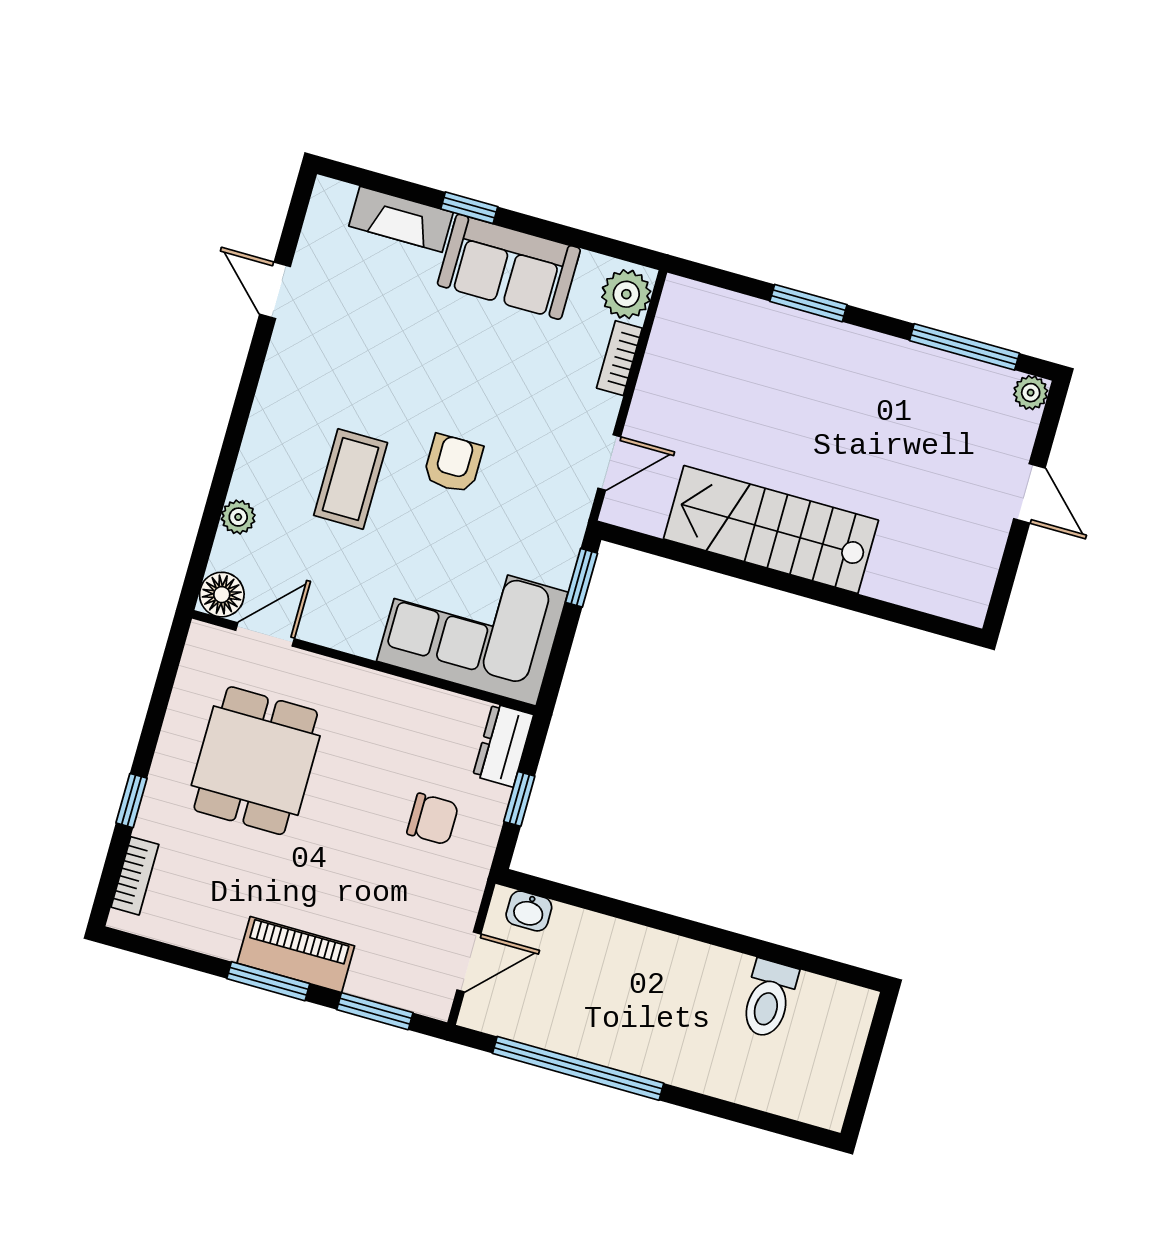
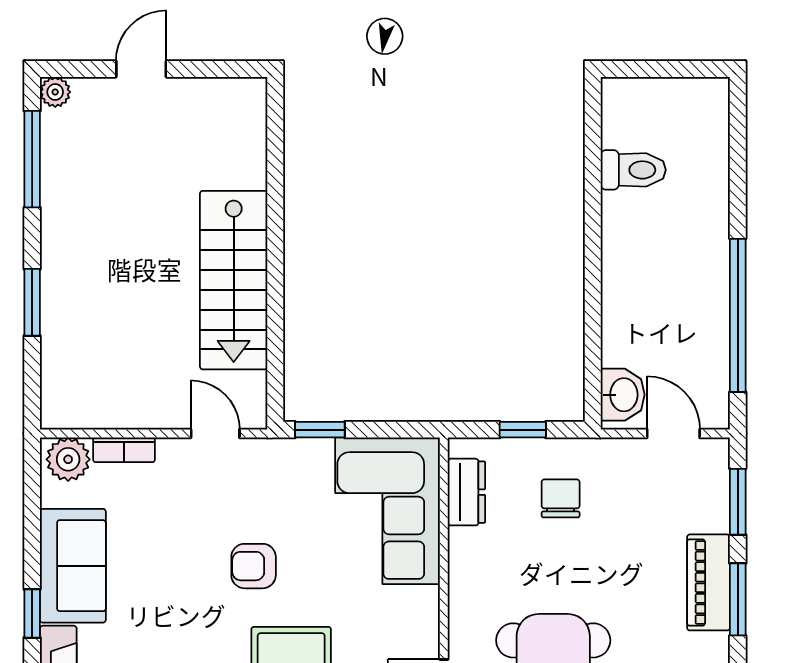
dresser: (503, 745) -> (466, 492), moved, turned -90
washbasin: (529, 911) -> (623, 395), width x1.38, depth x1.45

